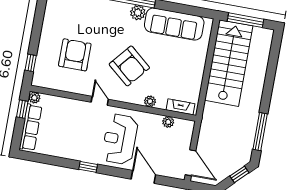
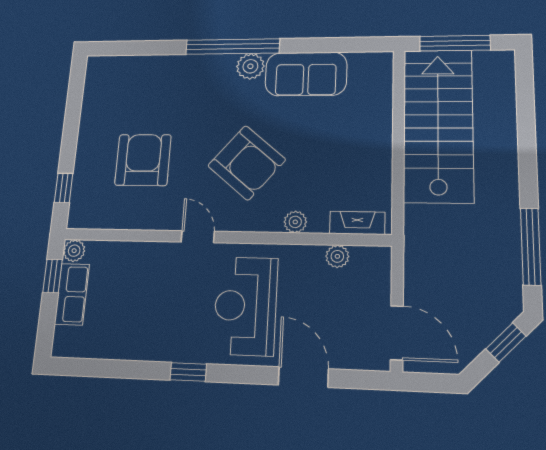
sofa: (174, 24) -> (306, 74), width x0.73
row of seats: (31, 127) -> (72, 294), width x0.68

